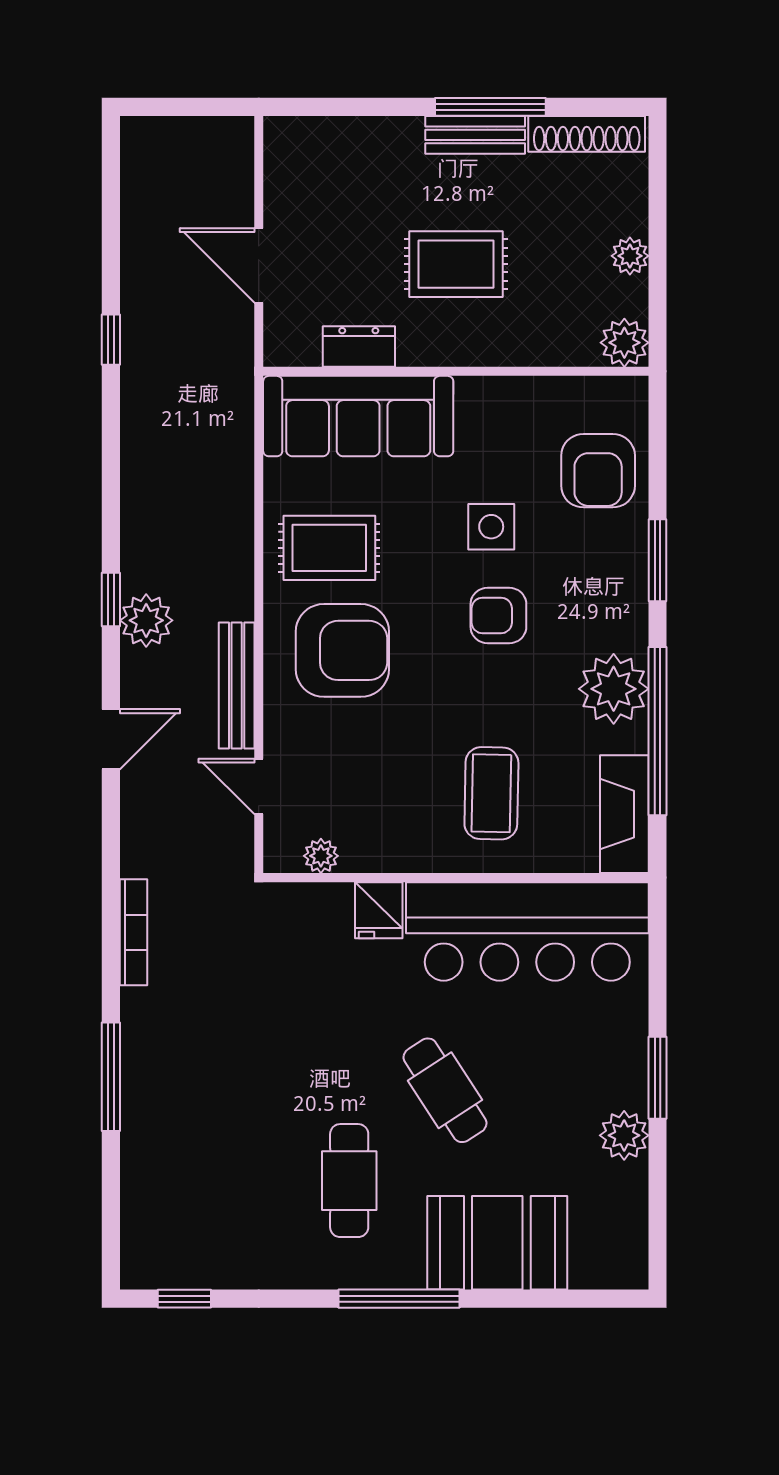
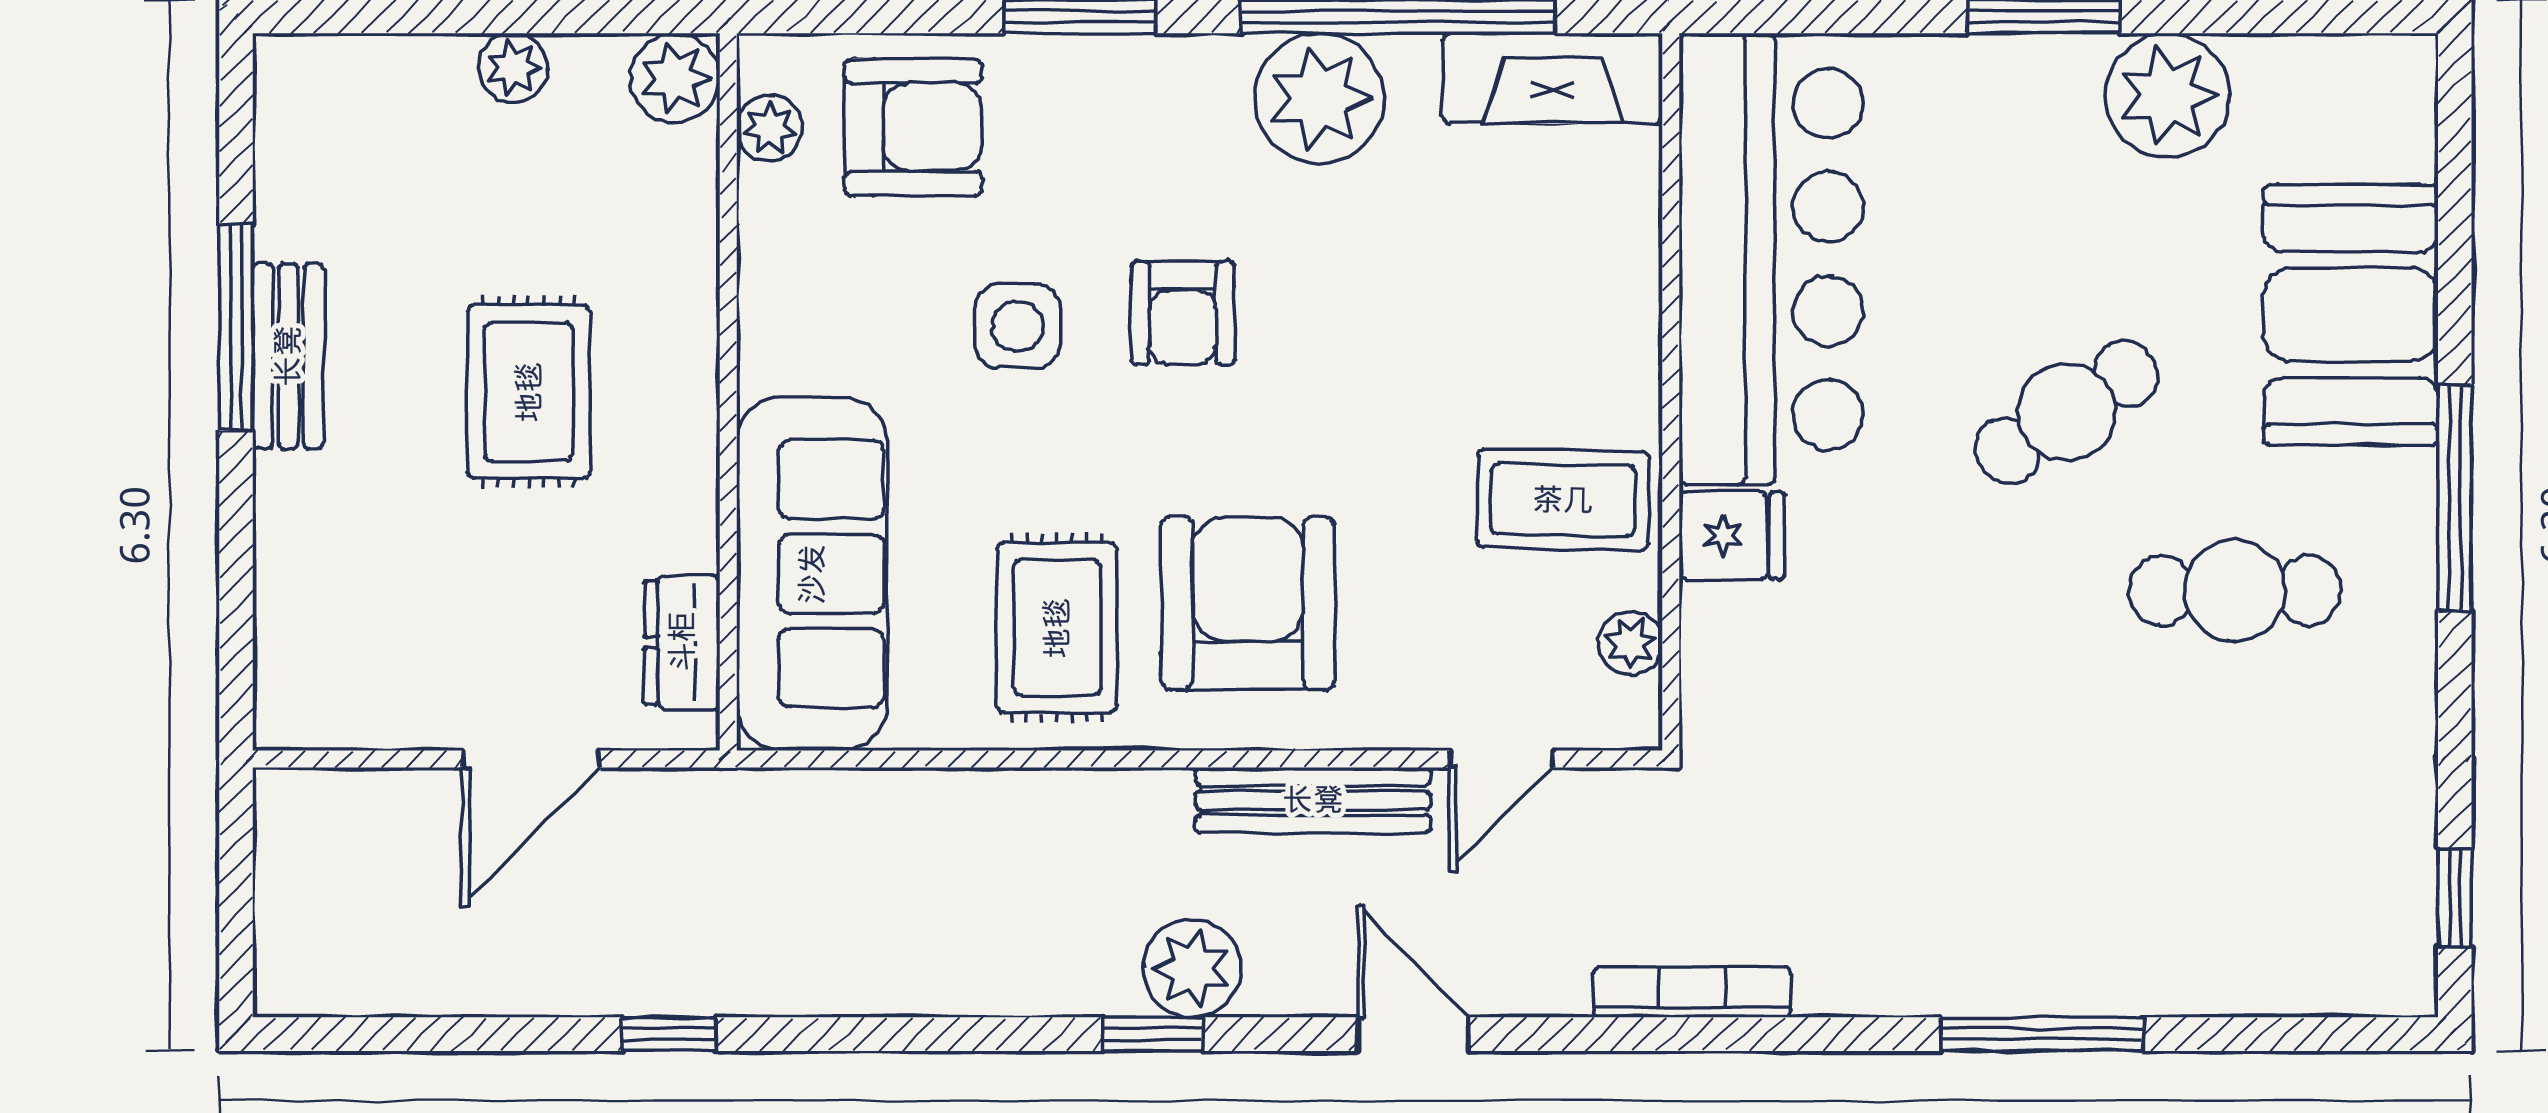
shoe rack: (587, 134) -> (286, 148), removed
dresser: (359, 346) -> (682, 642), moved
plant: (598, 394) -> (770, 128), added
coffee table: (491, 793) -> (1563, 500), moved
bookcase: (133, 932) -> (1692, 992), moved
plant: (624, 1135) -> (2167, 95), width x1.36, depth x1.36

